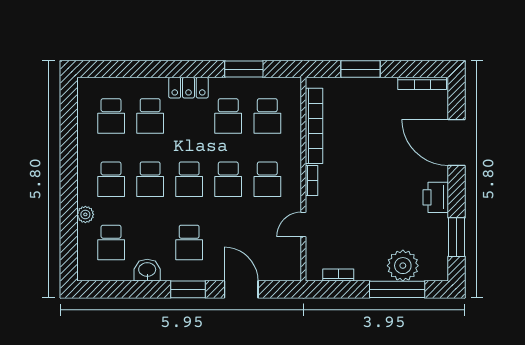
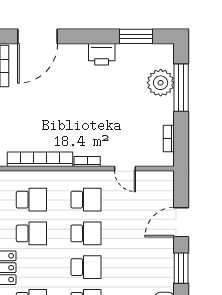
door: (456, 143) -> (38, 36), moved
school desk: (189, 242) -> (141, 267), removed

